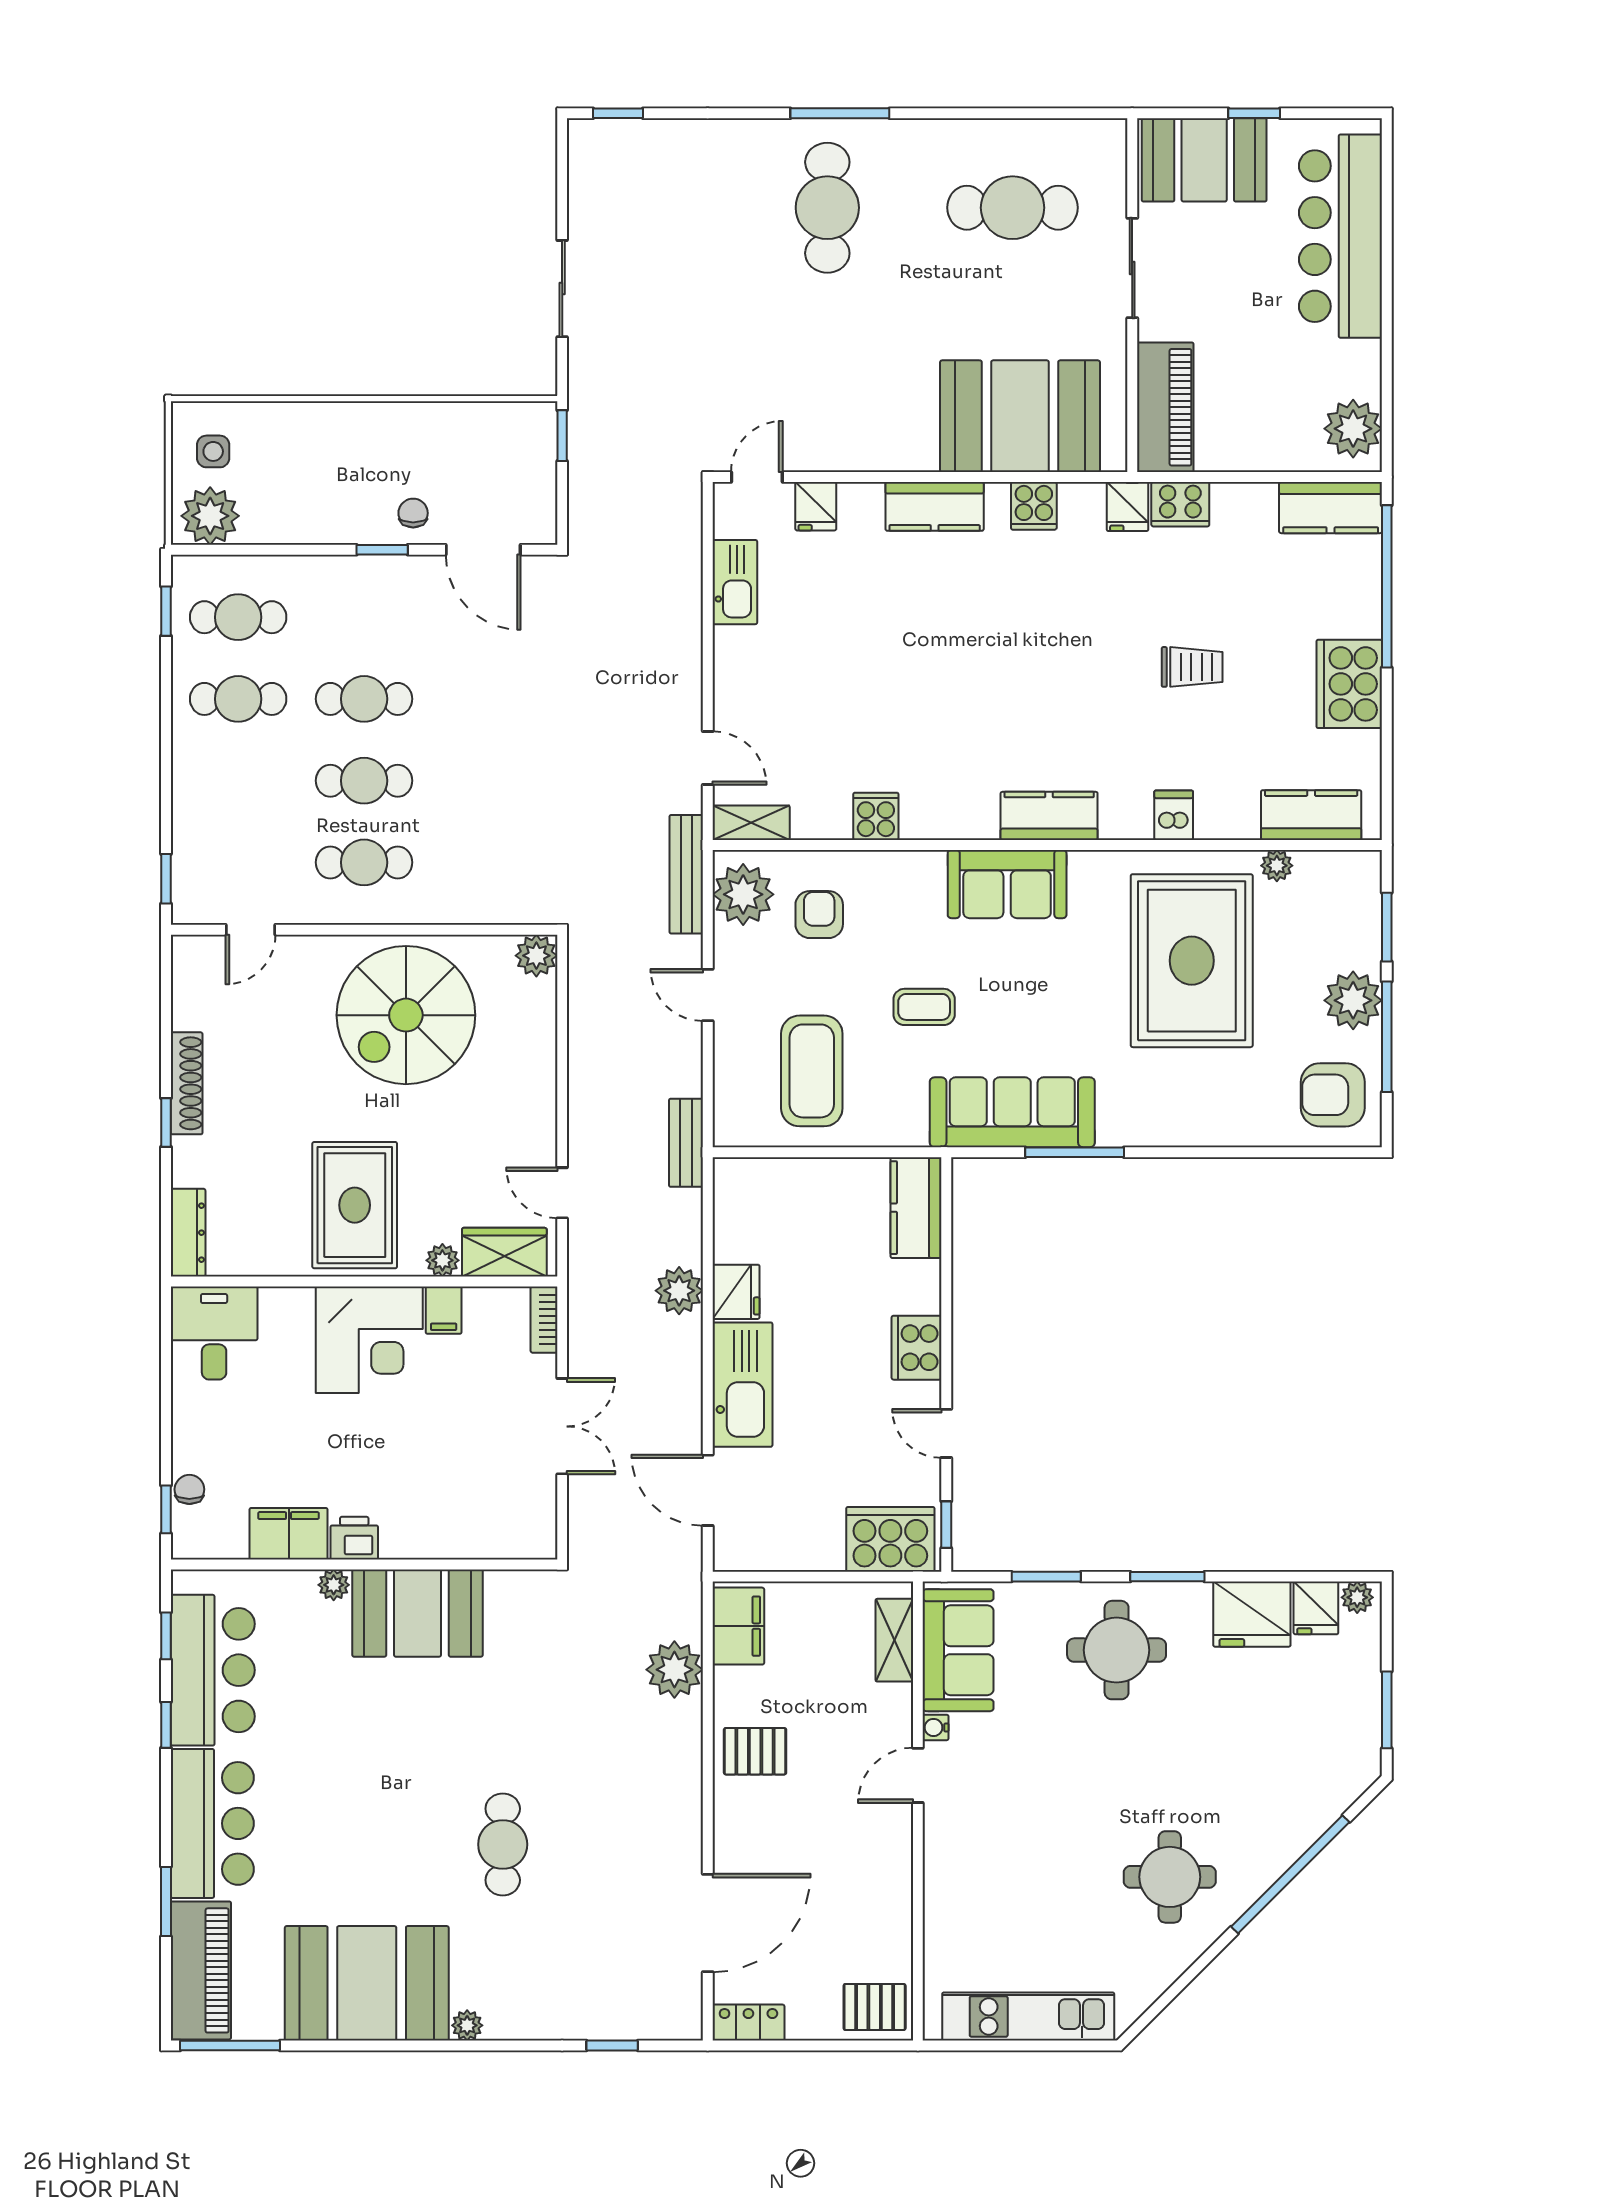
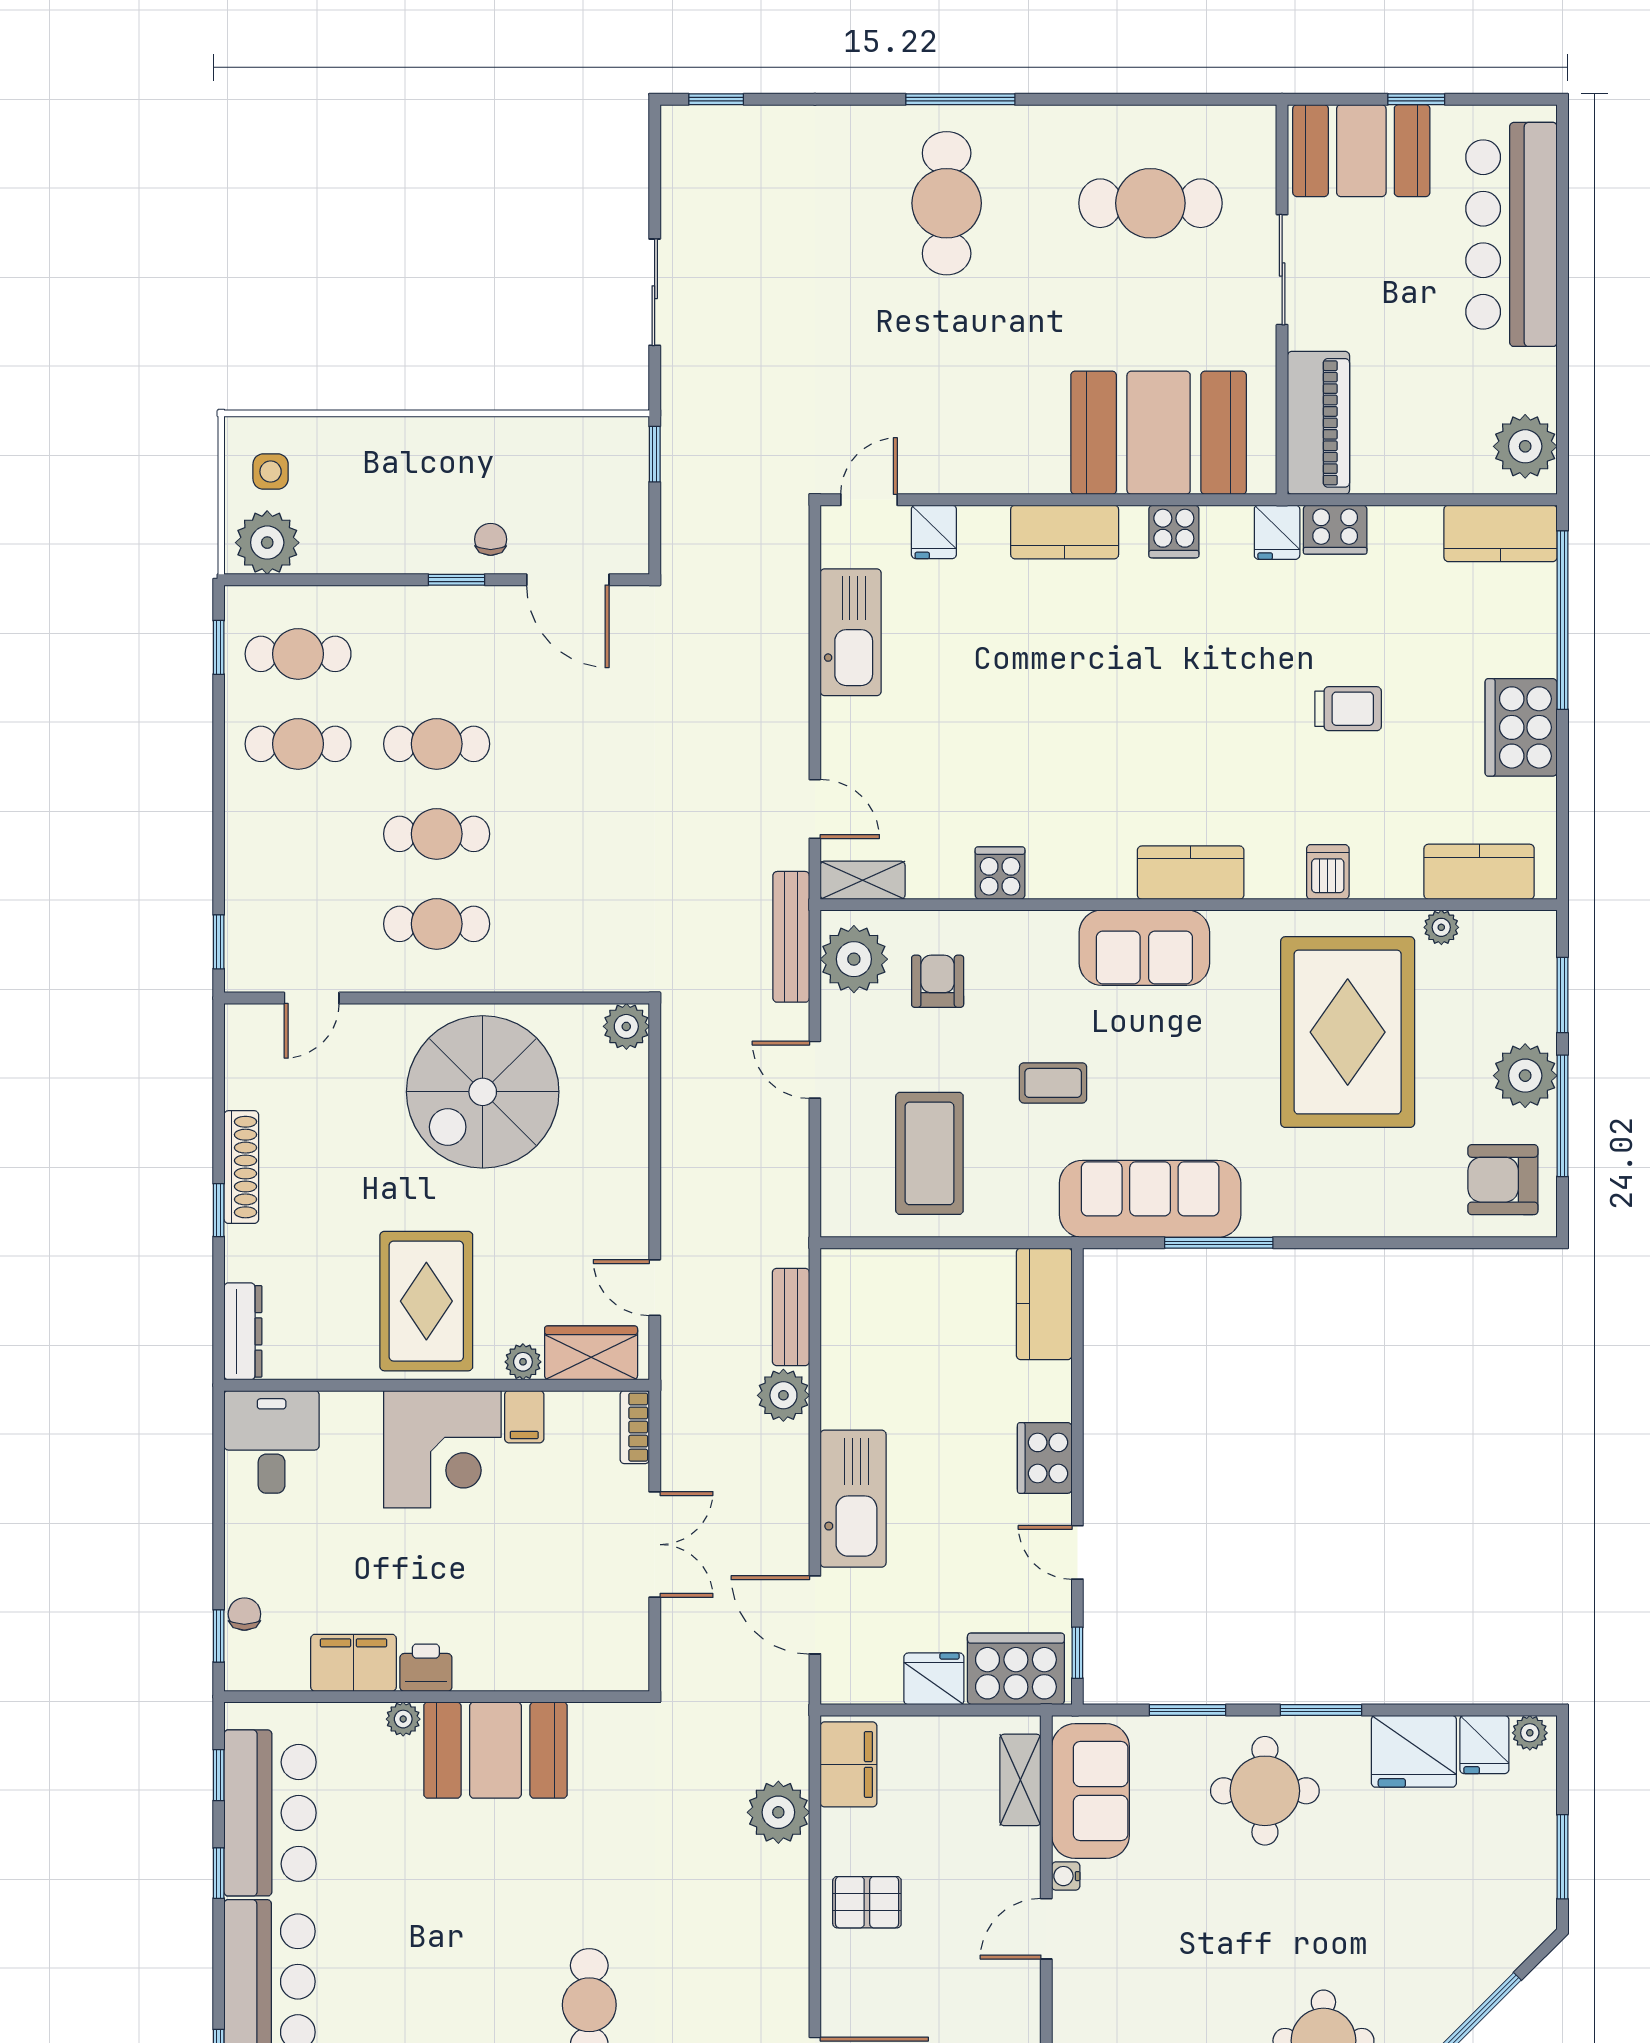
kitchen sink: (735, 582) -> (851, 632), width x1.36, depth x1.24
bench: (686, 1143) -> (791, 1317), moved
fridge: (736, 1292) -> (934, 1679), moved, turned -90

